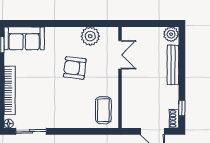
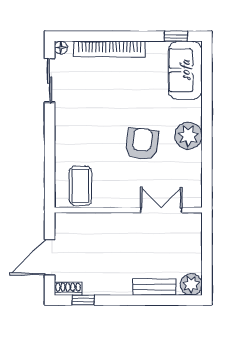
plant: (90, 36) -> (188, 136), moved
double door: (120, 55) -> (161, 210), swing flipped
bench: (173, 65) -> (154, 287), width x0.73
coffee table: (103, 110) -> (80, 186), turned 90

